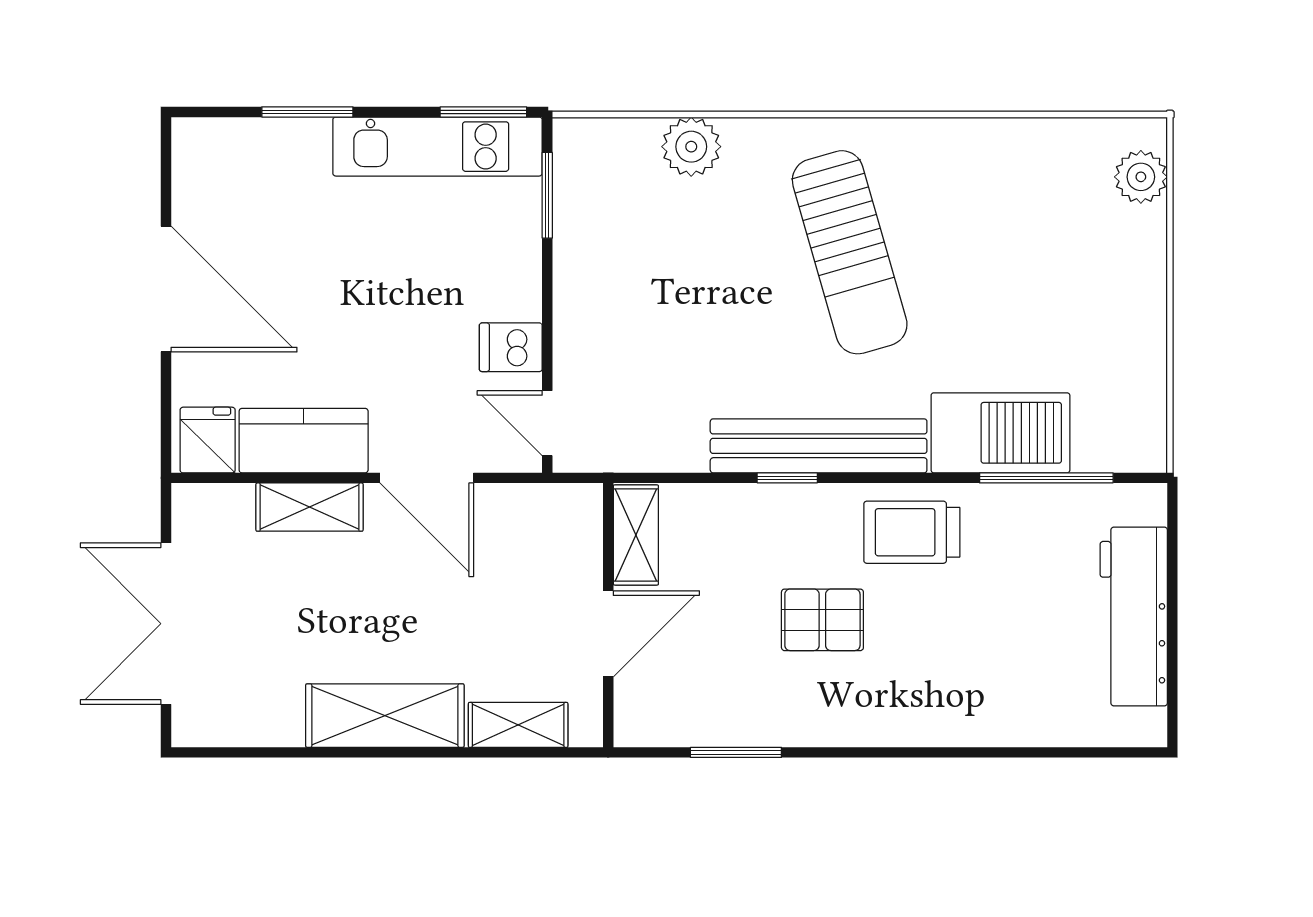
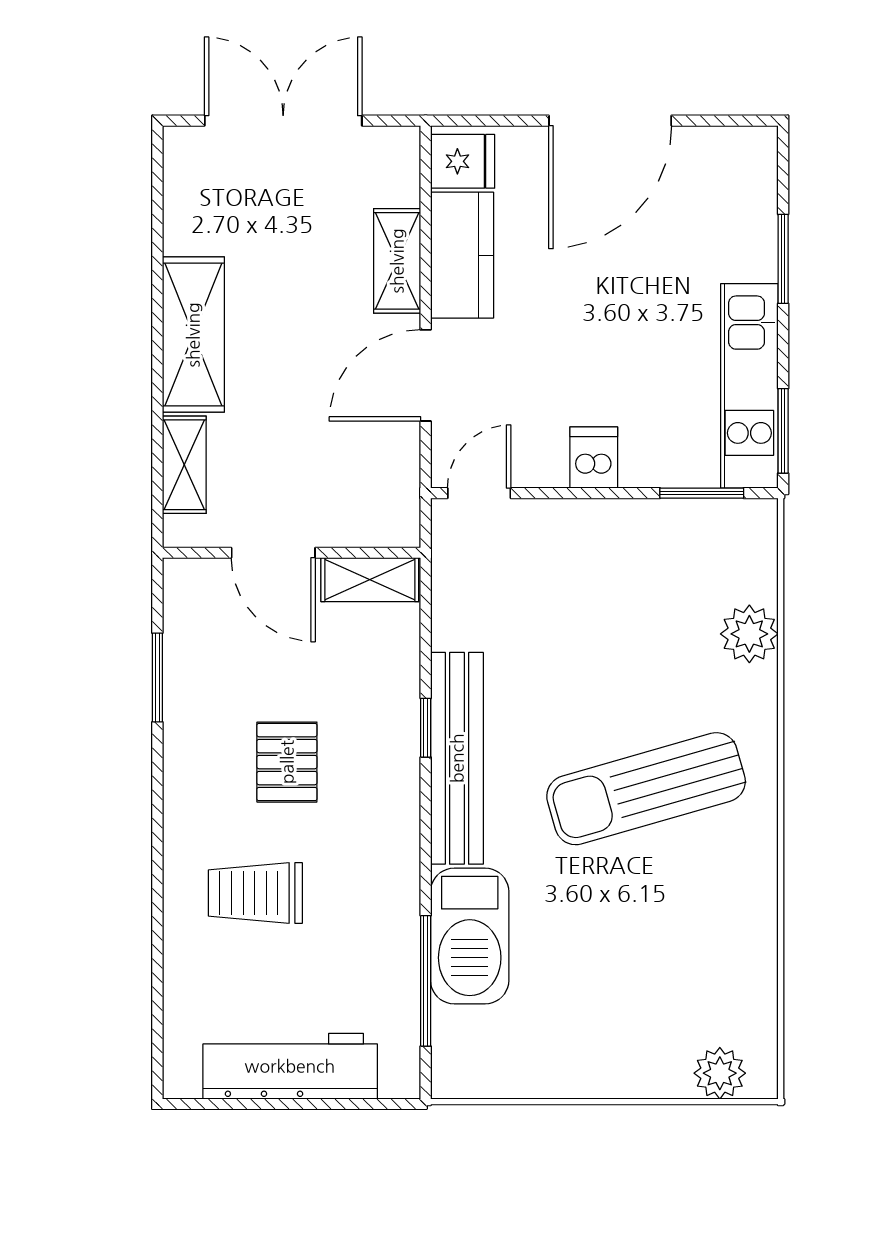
dishwasher: (511, 347) -> (594, 458), moved
trolley: (912, 532) -> (255, 893), moved, turned -90

